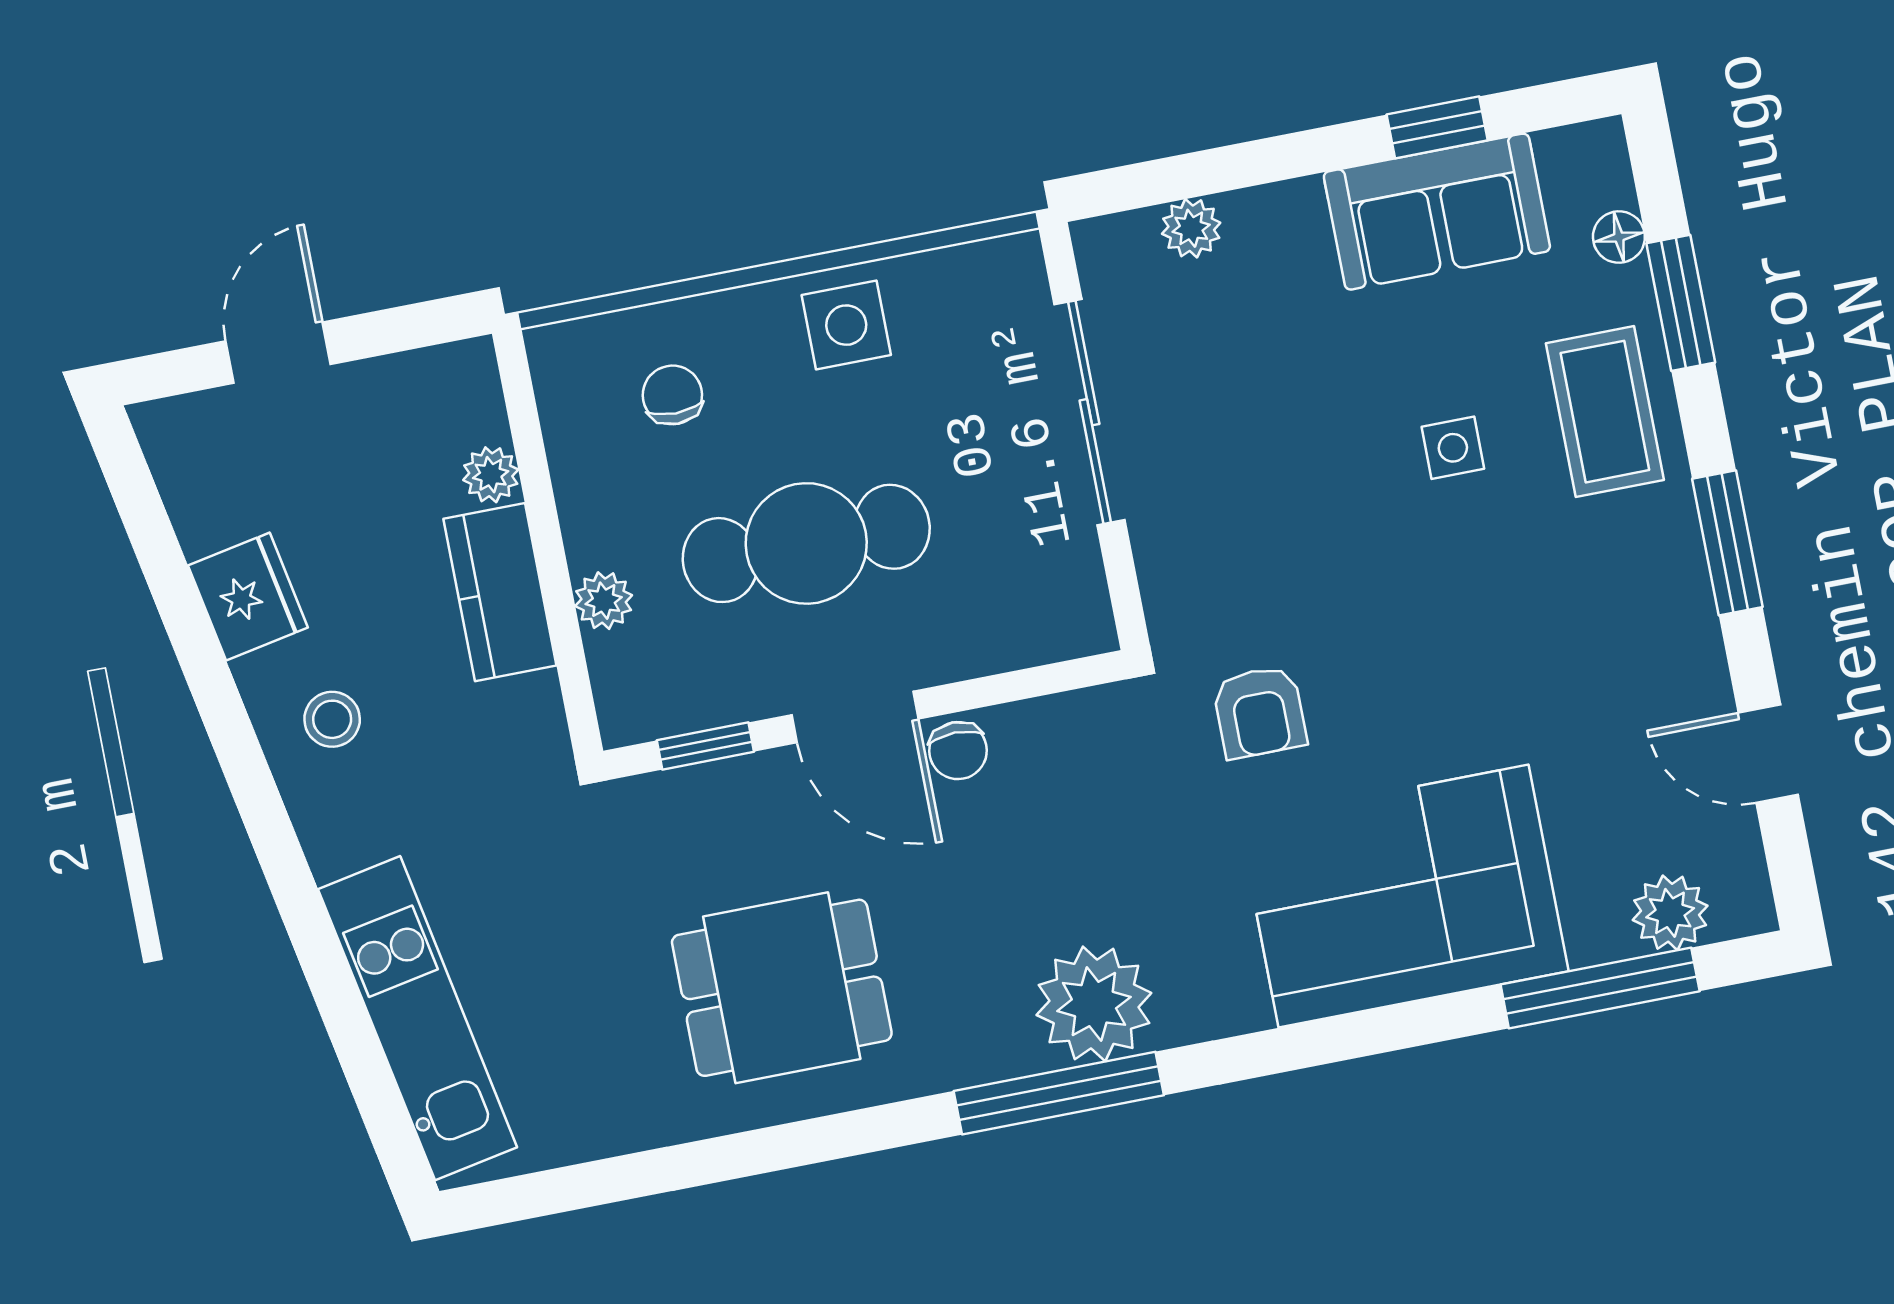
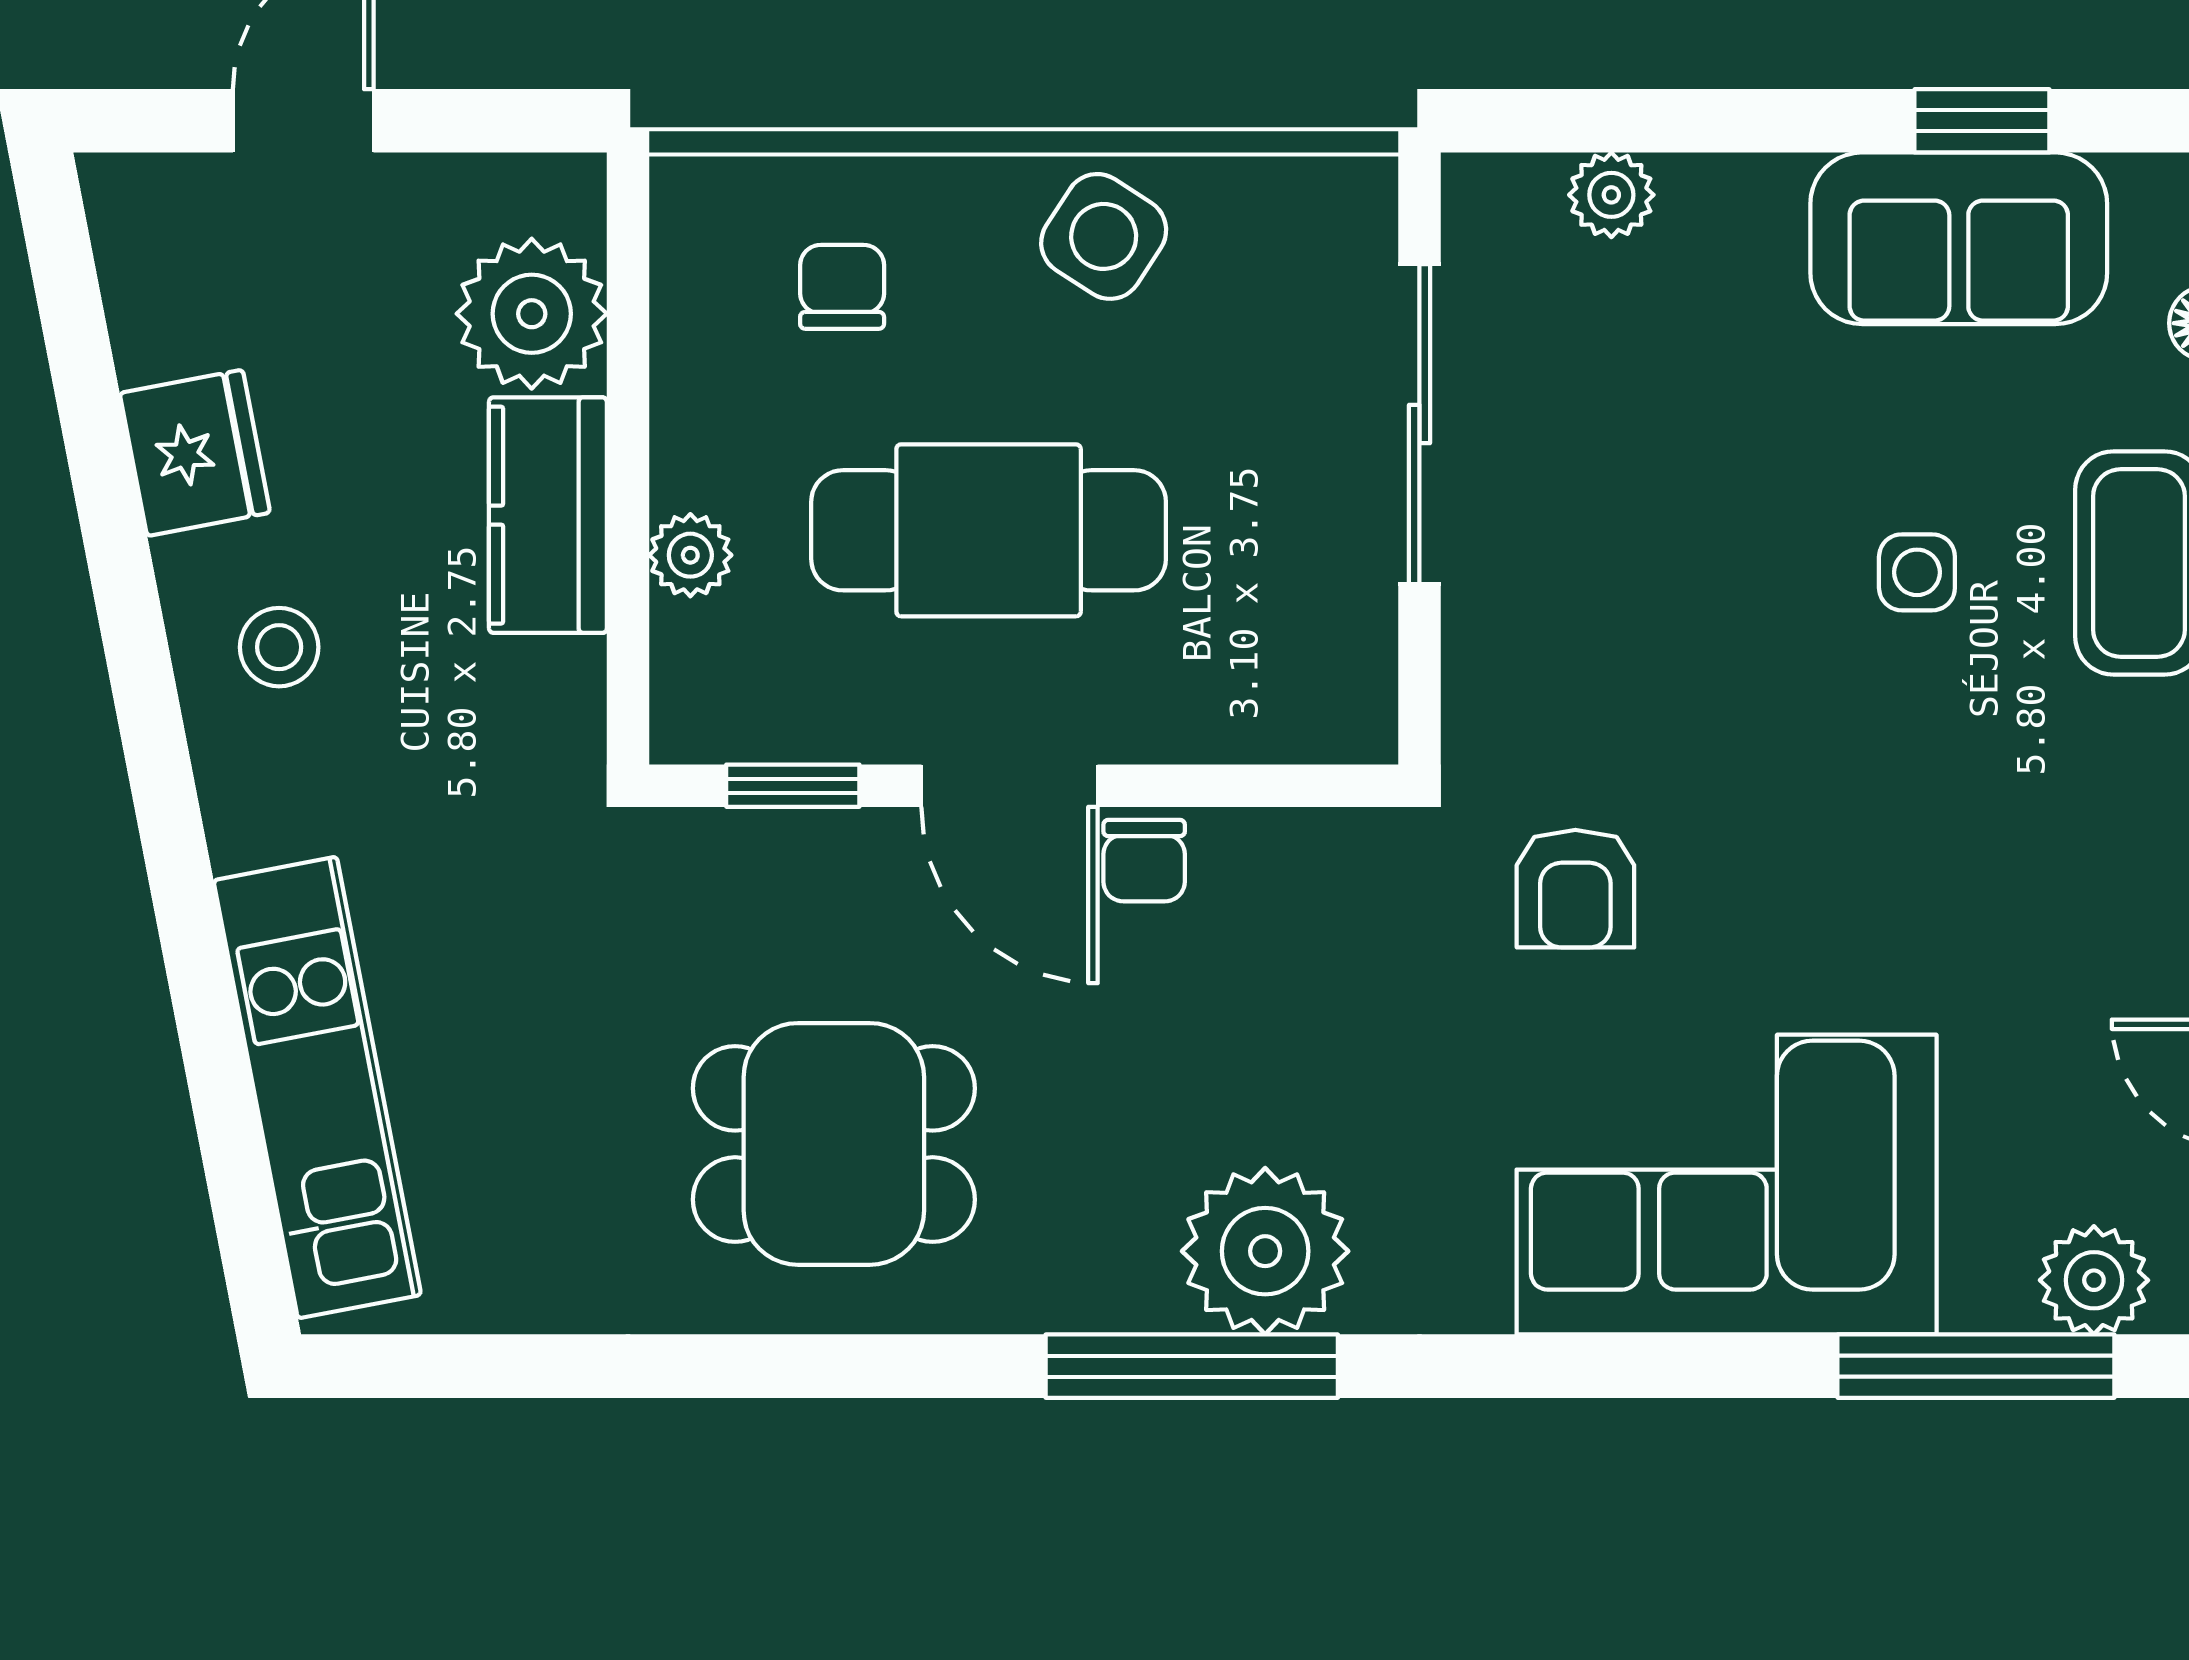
side table: (846, 325) -> (1104, 236), turned 33
plant: (491, 475) -> (532, 314), width x1.87, depth x1.87

